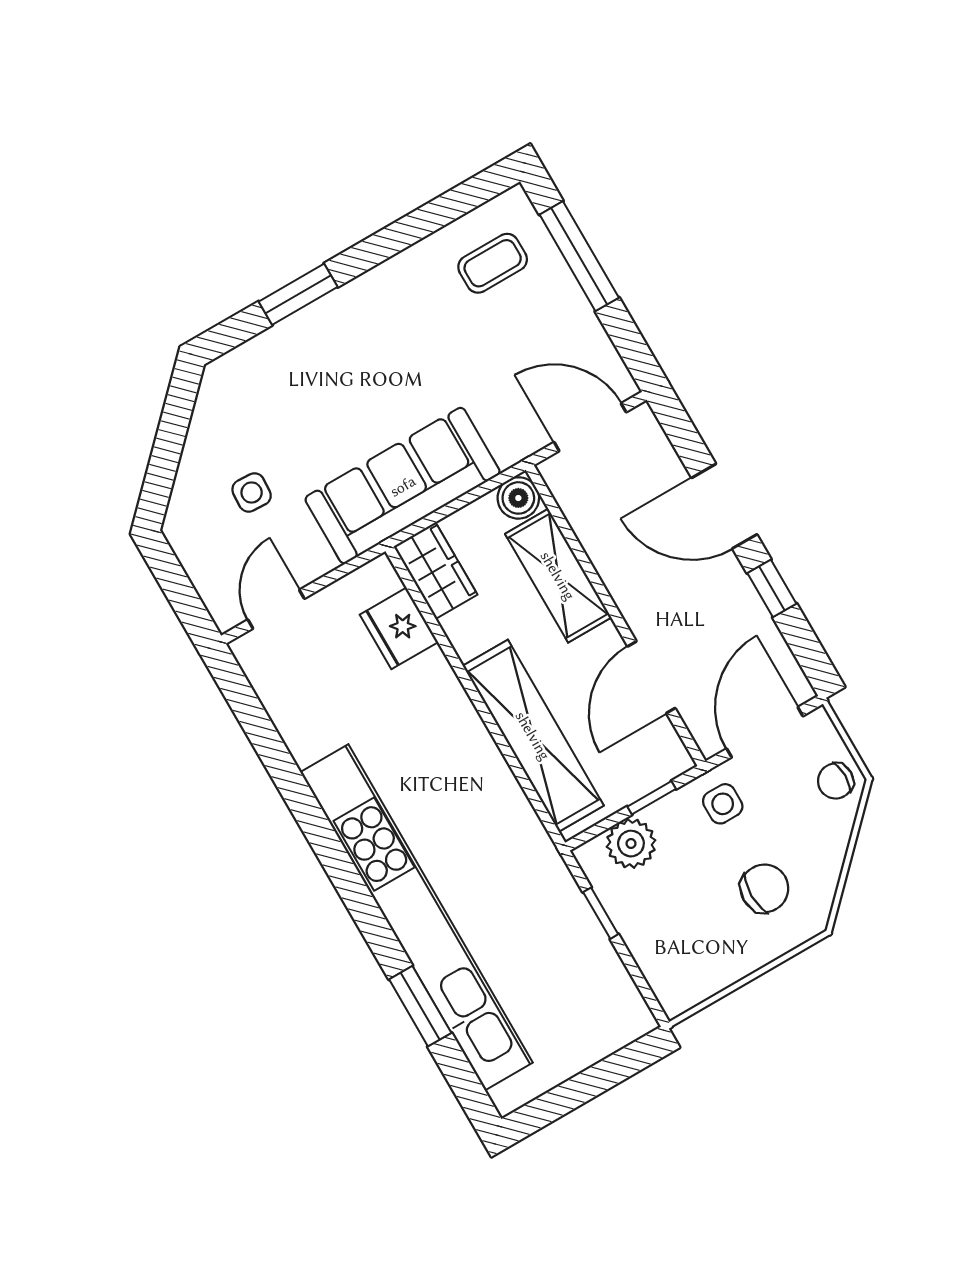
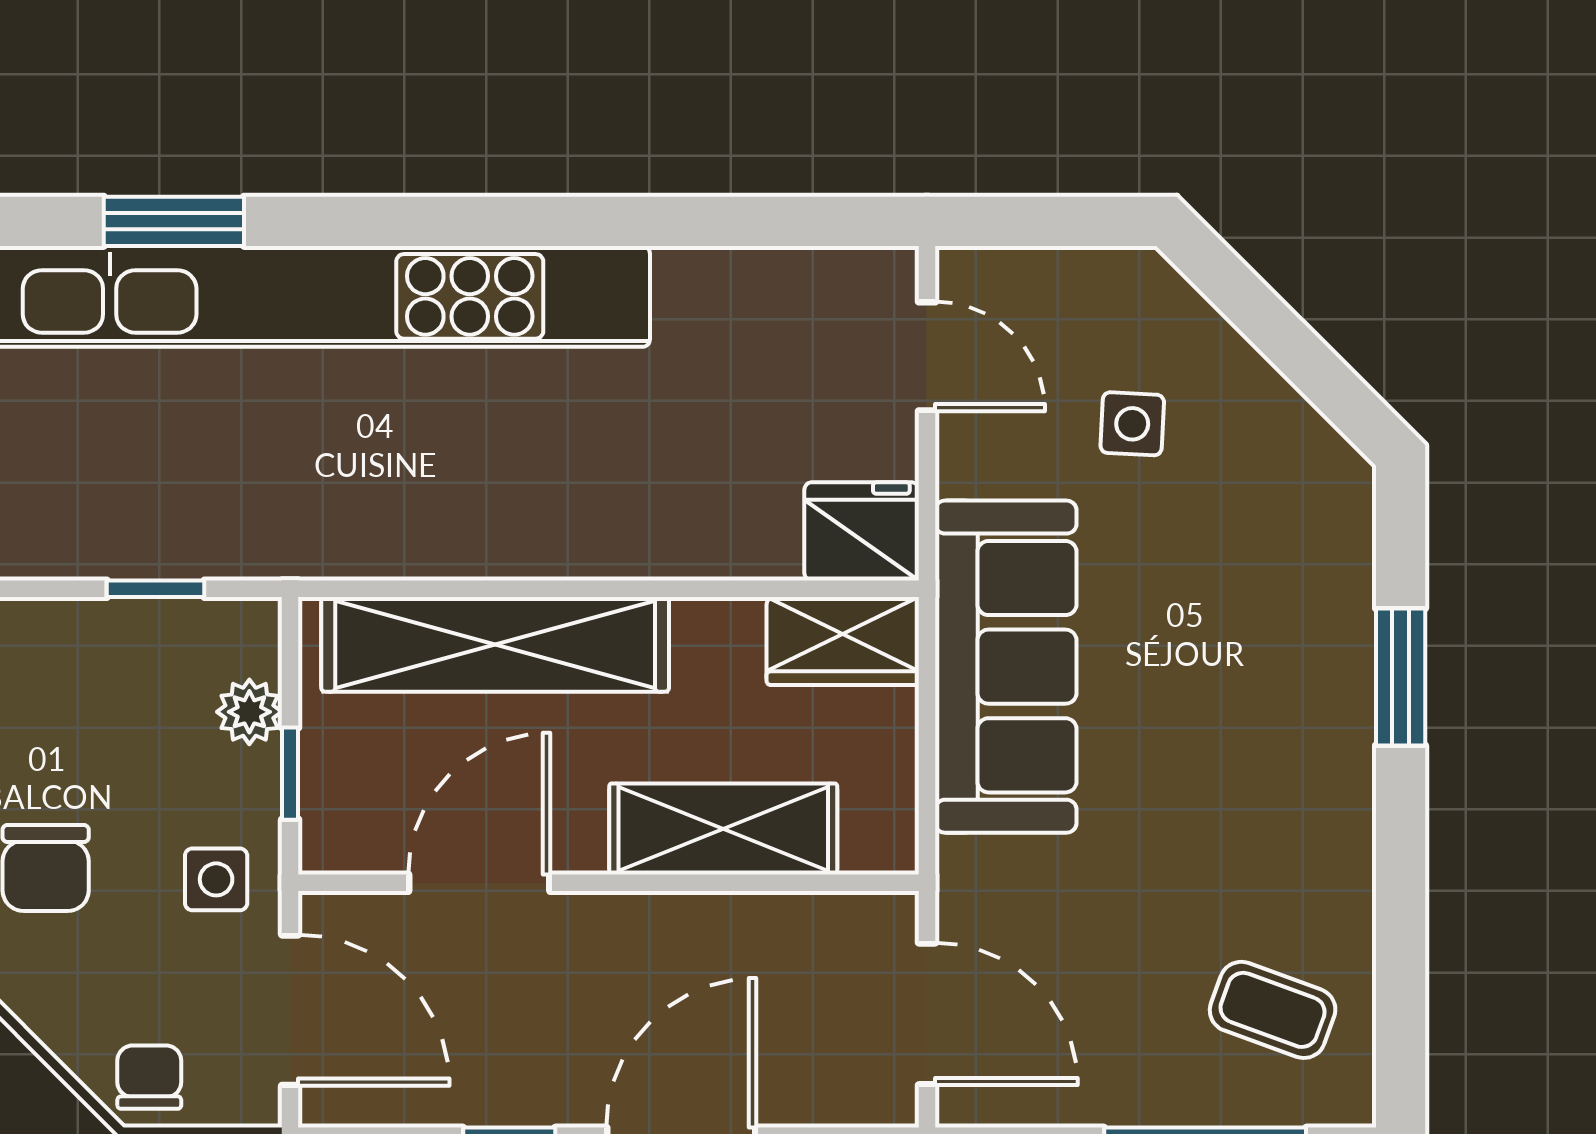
coffee table: (493, 263) -> (1273, 1010), turned -70
door: (590, 427) -> (927, 1014), hinge flipped
boiler: (518, 498) -> (881, 837), removed
fridge: (399, 628) -> (862, 531), moved
door: (651, 677) -> (479, 883), hinge flipped
plant: (631, 844) -> (249, 712), width x0.73, depth x0.73

